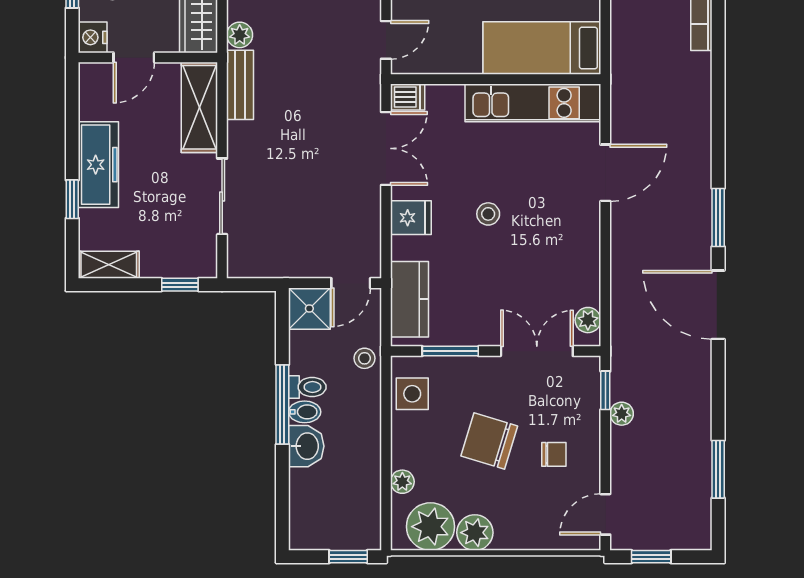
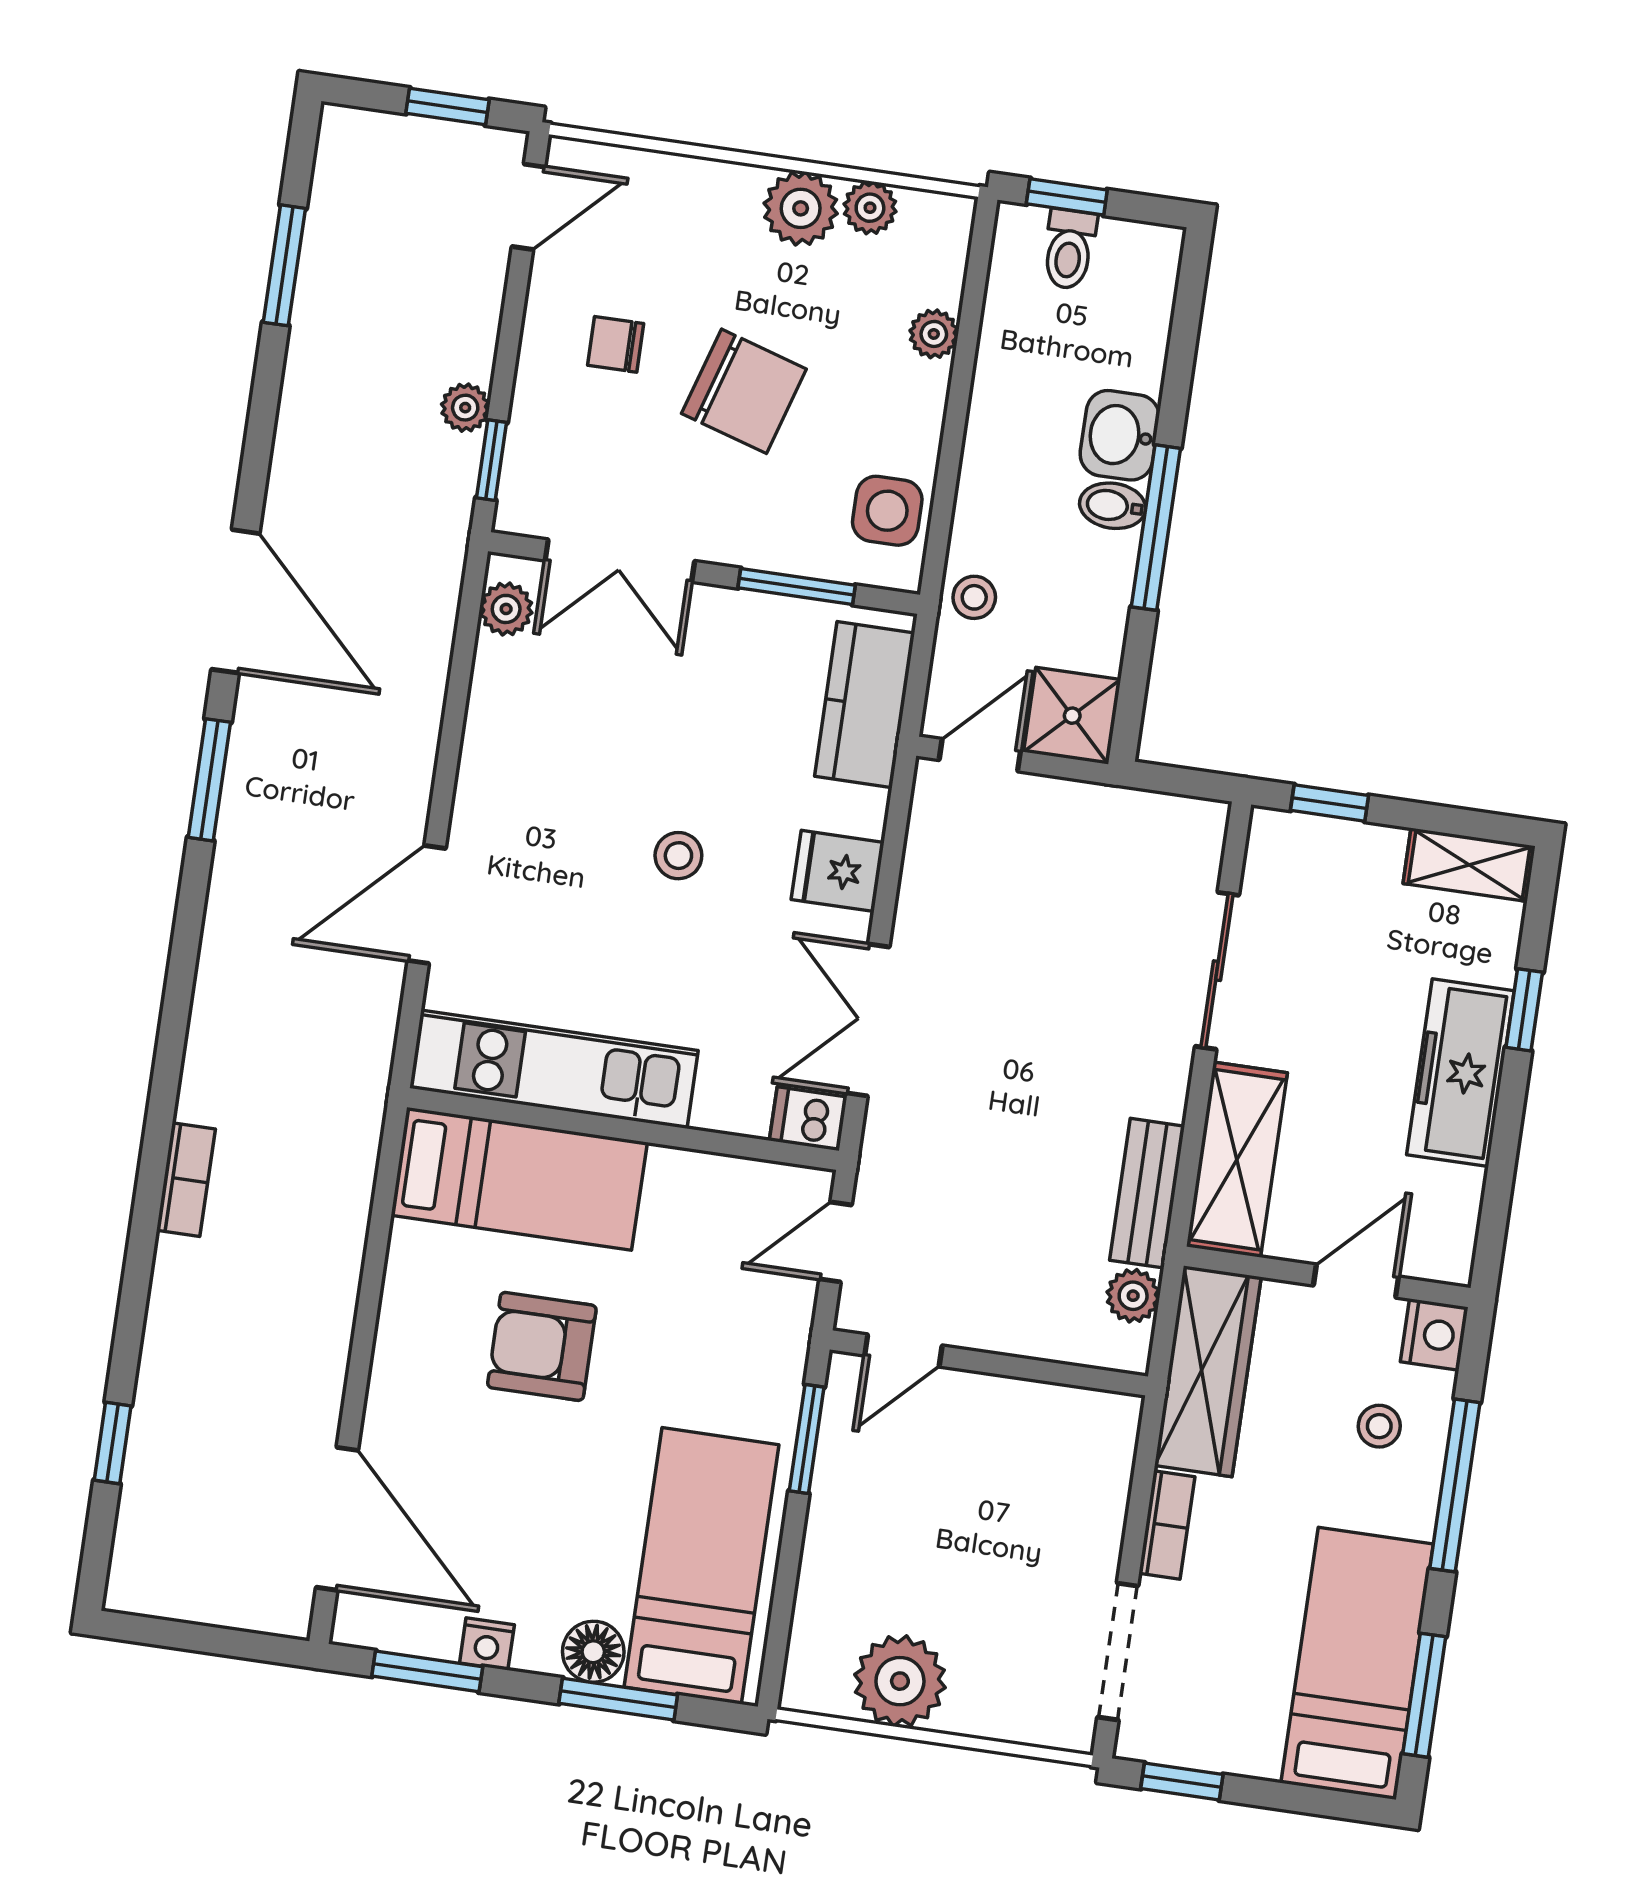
toilet: (307, 387) -> (1069, 249), moved, turned -90
plant: (431, 527) -> (870, 208), width x0.53, depth x0.53

